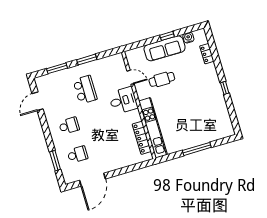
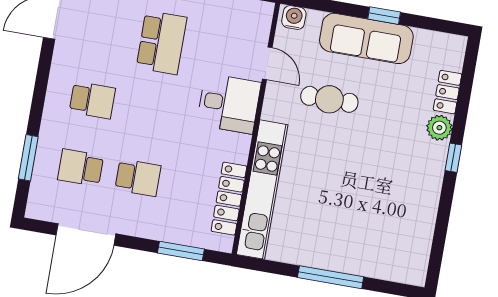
water cooler: (188, 38) -> (294, 18), moved
plant: (211, 69) -> (439, 128), added
window: (225, 88) -> (453, 158), moved
school desk: (102, 147) -> (138, 178), added
school desk: (77, 154) -> (81, 168), turned 180
window: (133, 168) -> (181, 251), added

